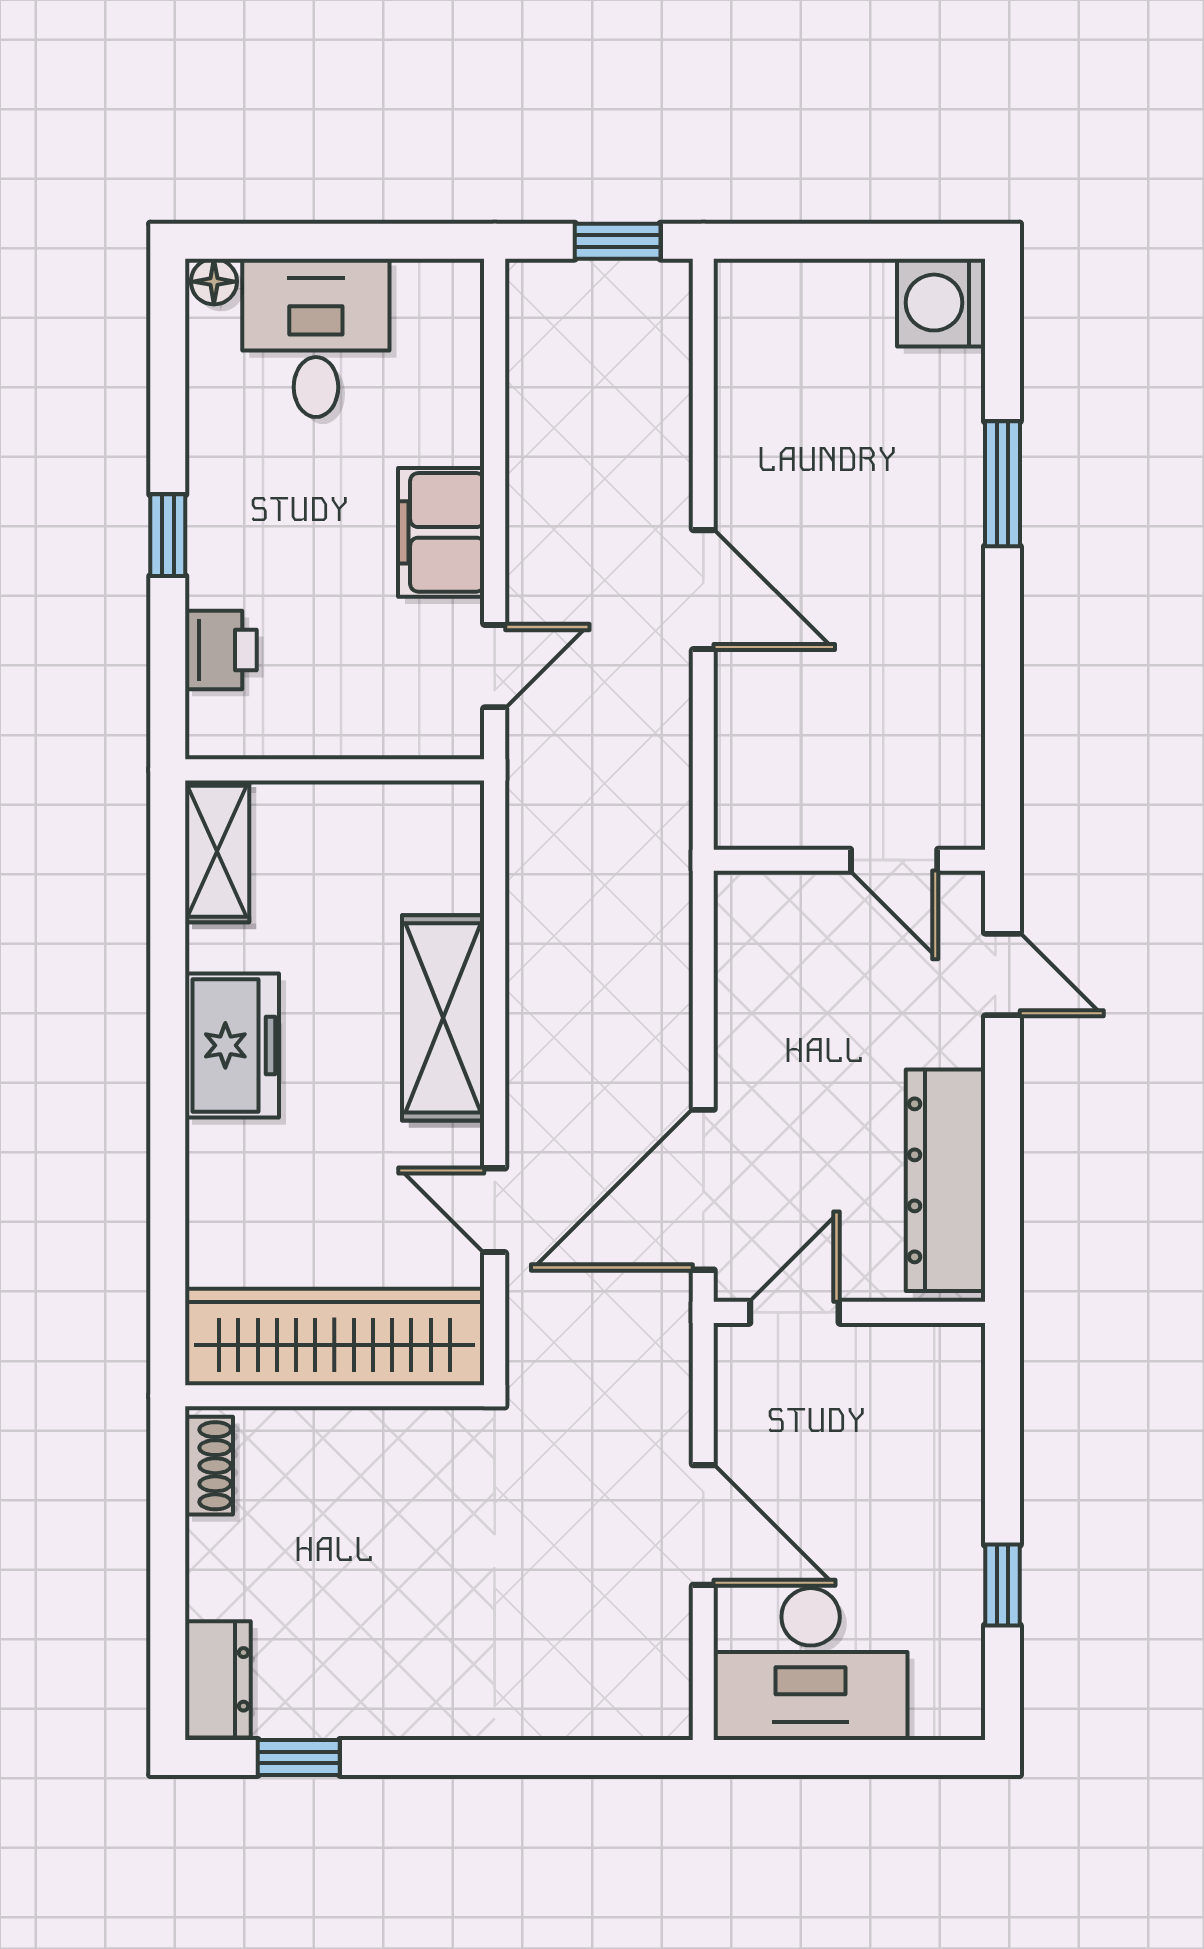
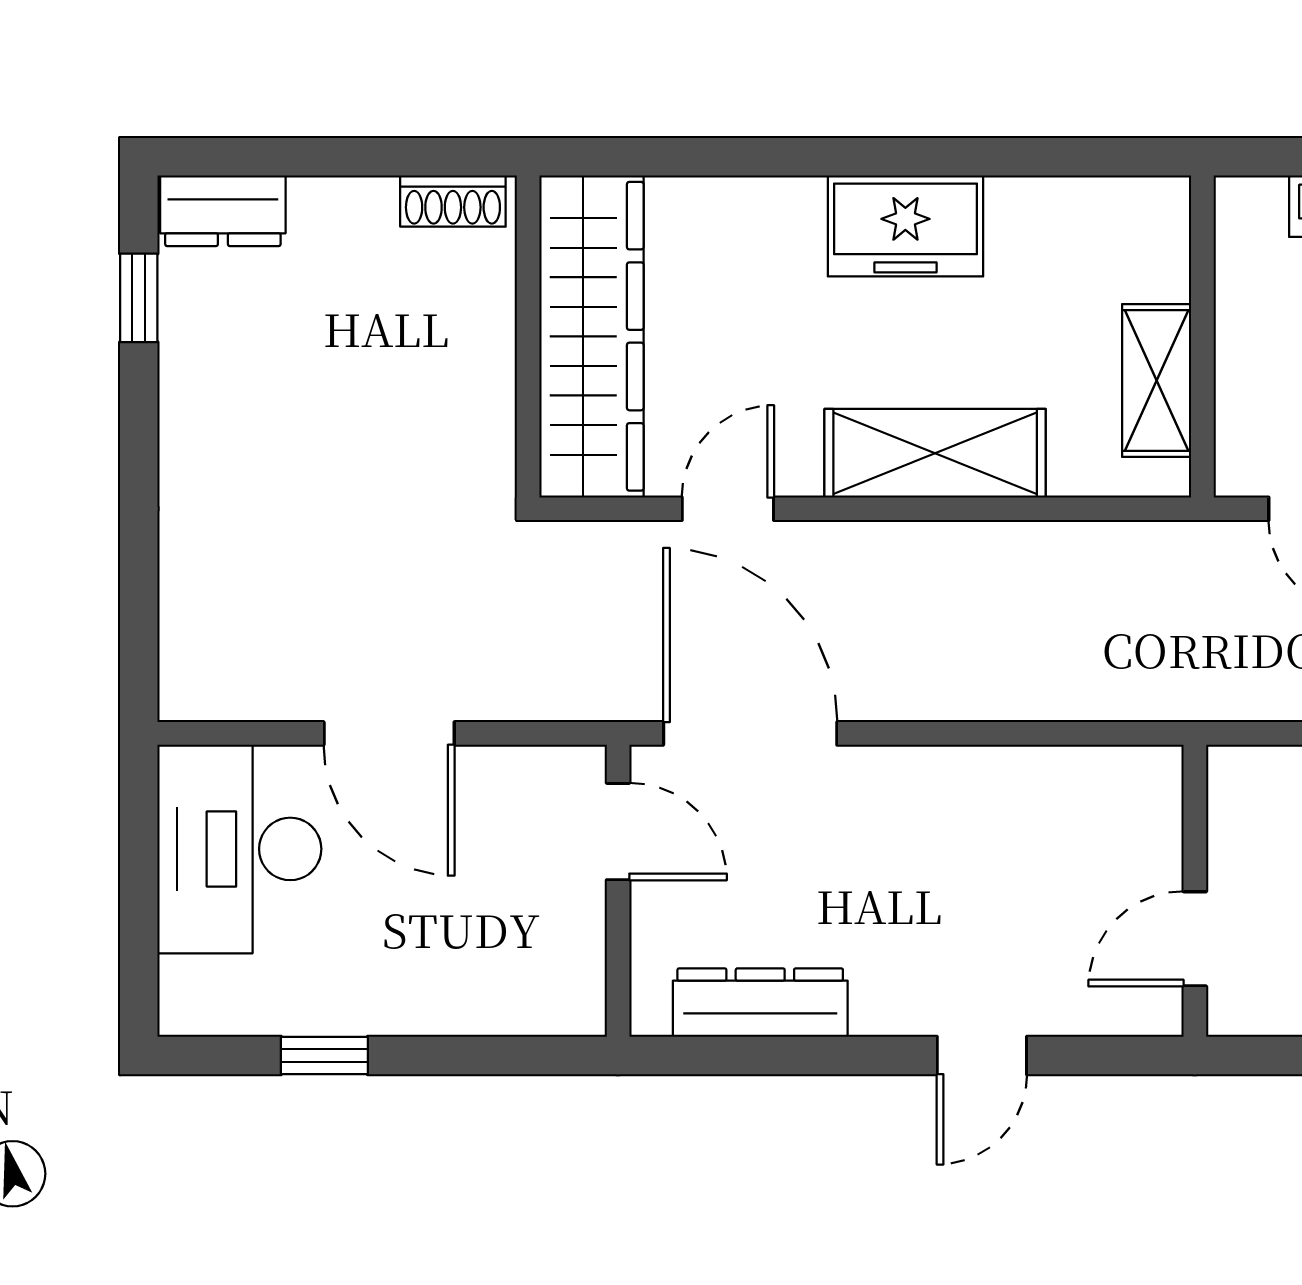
shelving: (217, 851) -> (1157, 381), moved, turned 90
wall: (849, 860) -> (1195, 891), moved
door: (894, 860) -> (1195, 939), moved
dresser: (945, 1180) -> (760, 1003), width x0.73, depth x0.80
door: (703, 1525) -> (389, 733), hinge flipped

